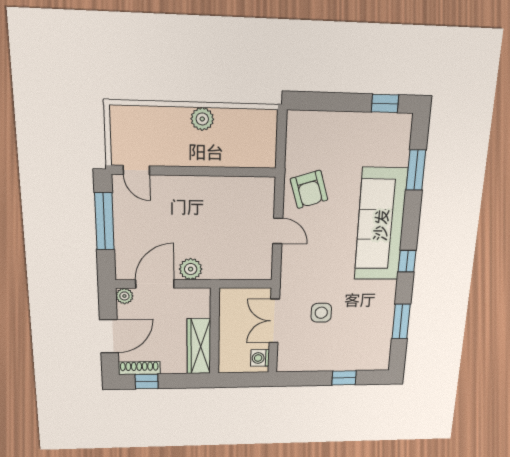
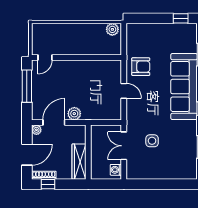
plant: (202, 119) -> (112, 29), moved
door: (136, 170) -> (45, 57), hinge flipped
armchair: (309, 189) -> (141, 67), turned -73
window: (344, 378) -> (169, 184), removed

